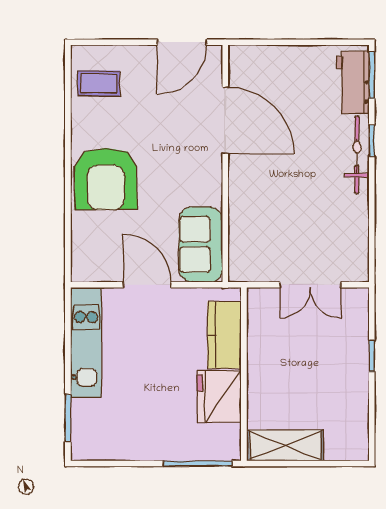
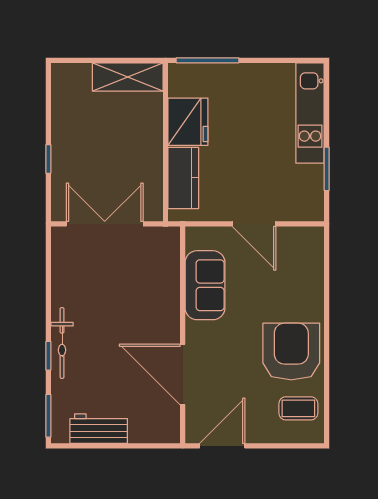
workbench: (353, 83) -> (99, 429), moved, turned -90
armchair: (106, 179) -> (291, 352), moved
sofa: (201, 245) -> (205, 285), moved
double door: (310, 285) -> (105, 224), width x1.37
kitchen unit: (86, 342) -> (310, 113), moved
window: (68, 418) -> (327, 169), moved

